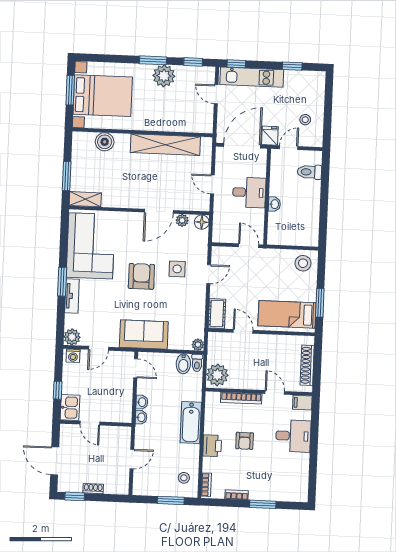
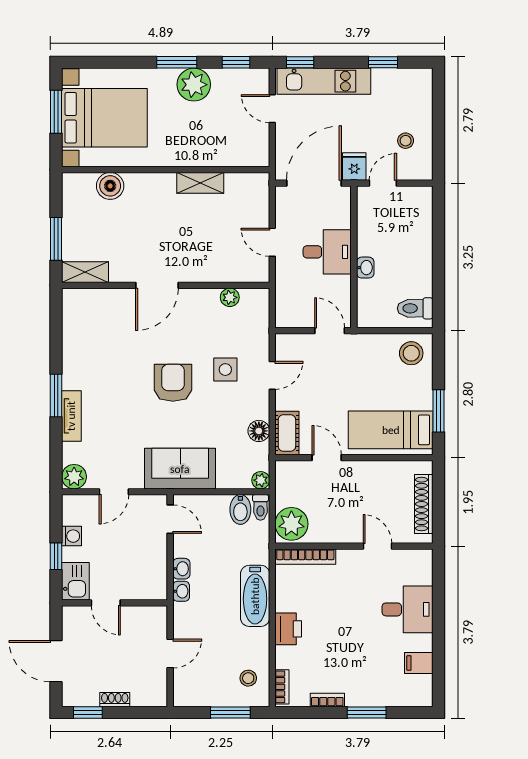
shelving: (165, 145) -> (200, 183), width x0.45, depth x0.75
toilet: (309, 172) -> (415, 308), moved
door: (159, 211) -> (157, 285), moved
floor lamp: (202, 222) -> (259, 431), moved
corner sofa: (91, 246) -> (96, 341), removed
washing machine: (73, 356) -> (72, 536), moved, turned -90
bookcase: (241, 398) -> (305, 557), moved
filing cabinet: (302, 403) -> (419, 663), moved
armchair: (245, 441) -> (336, 620), removed

